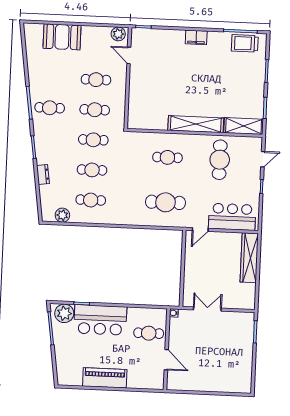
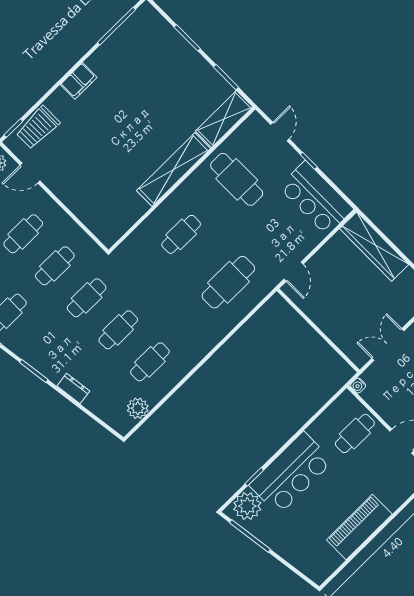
trolley: (245, 43) -> (38, 128), moved
bar counter: (232, 217) -> (316, 198), moved, turned -90

